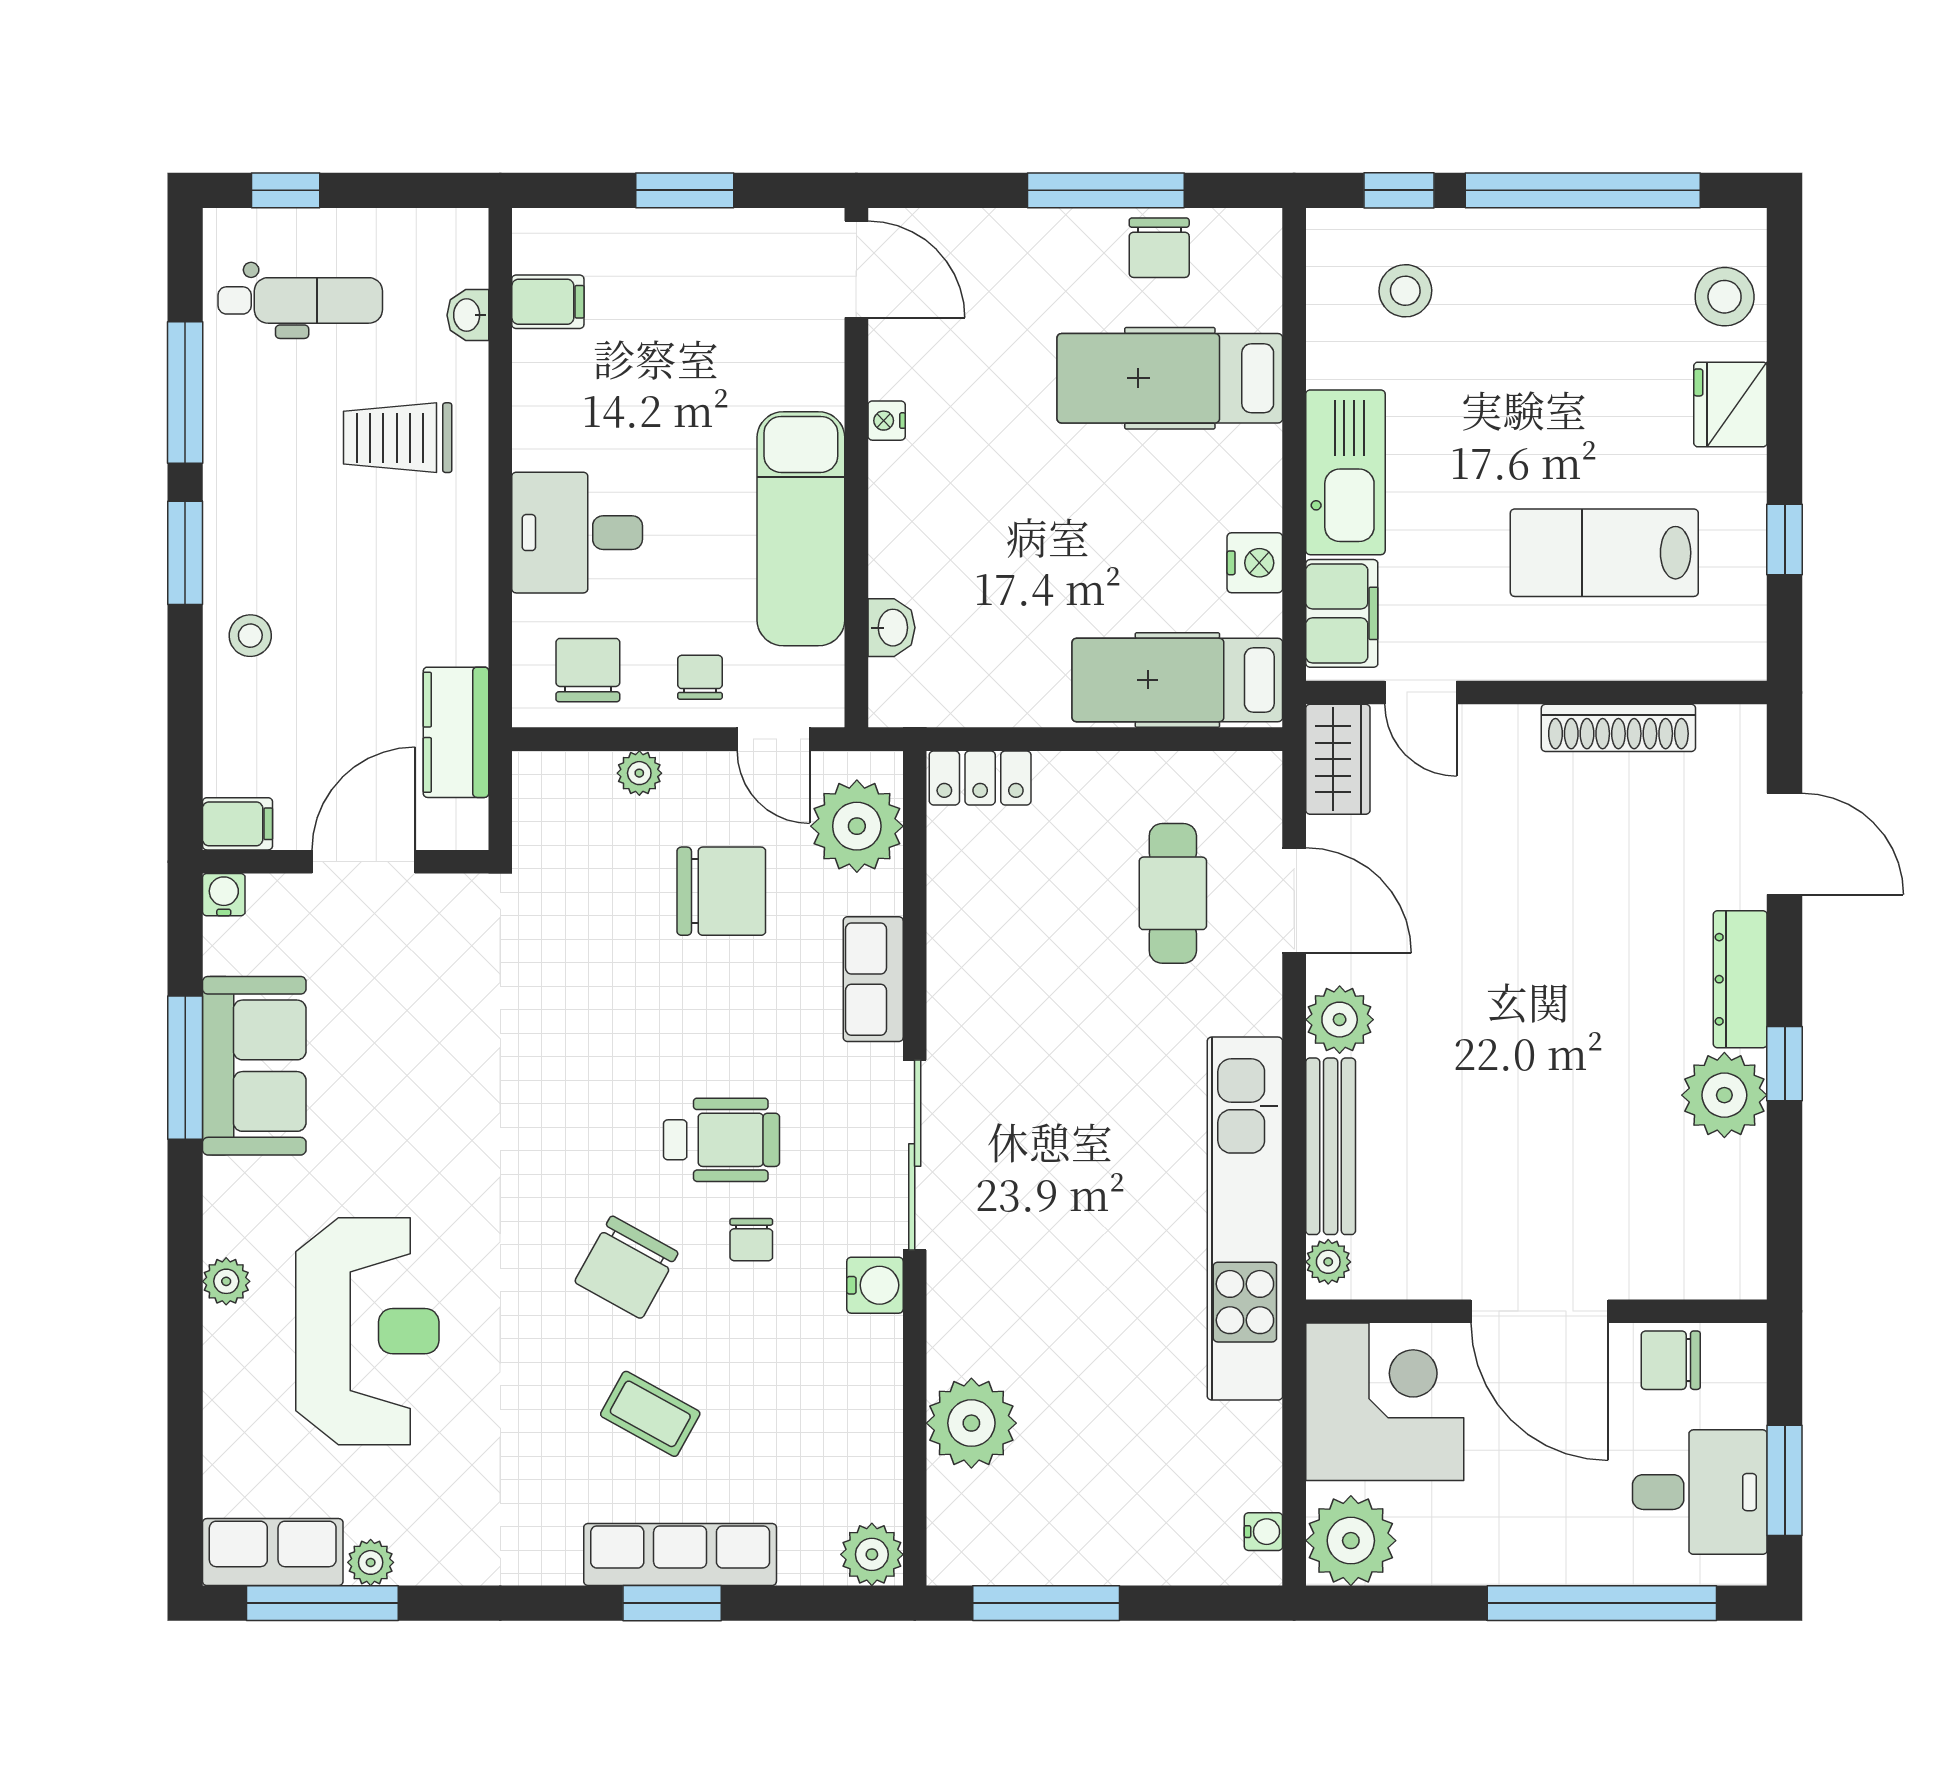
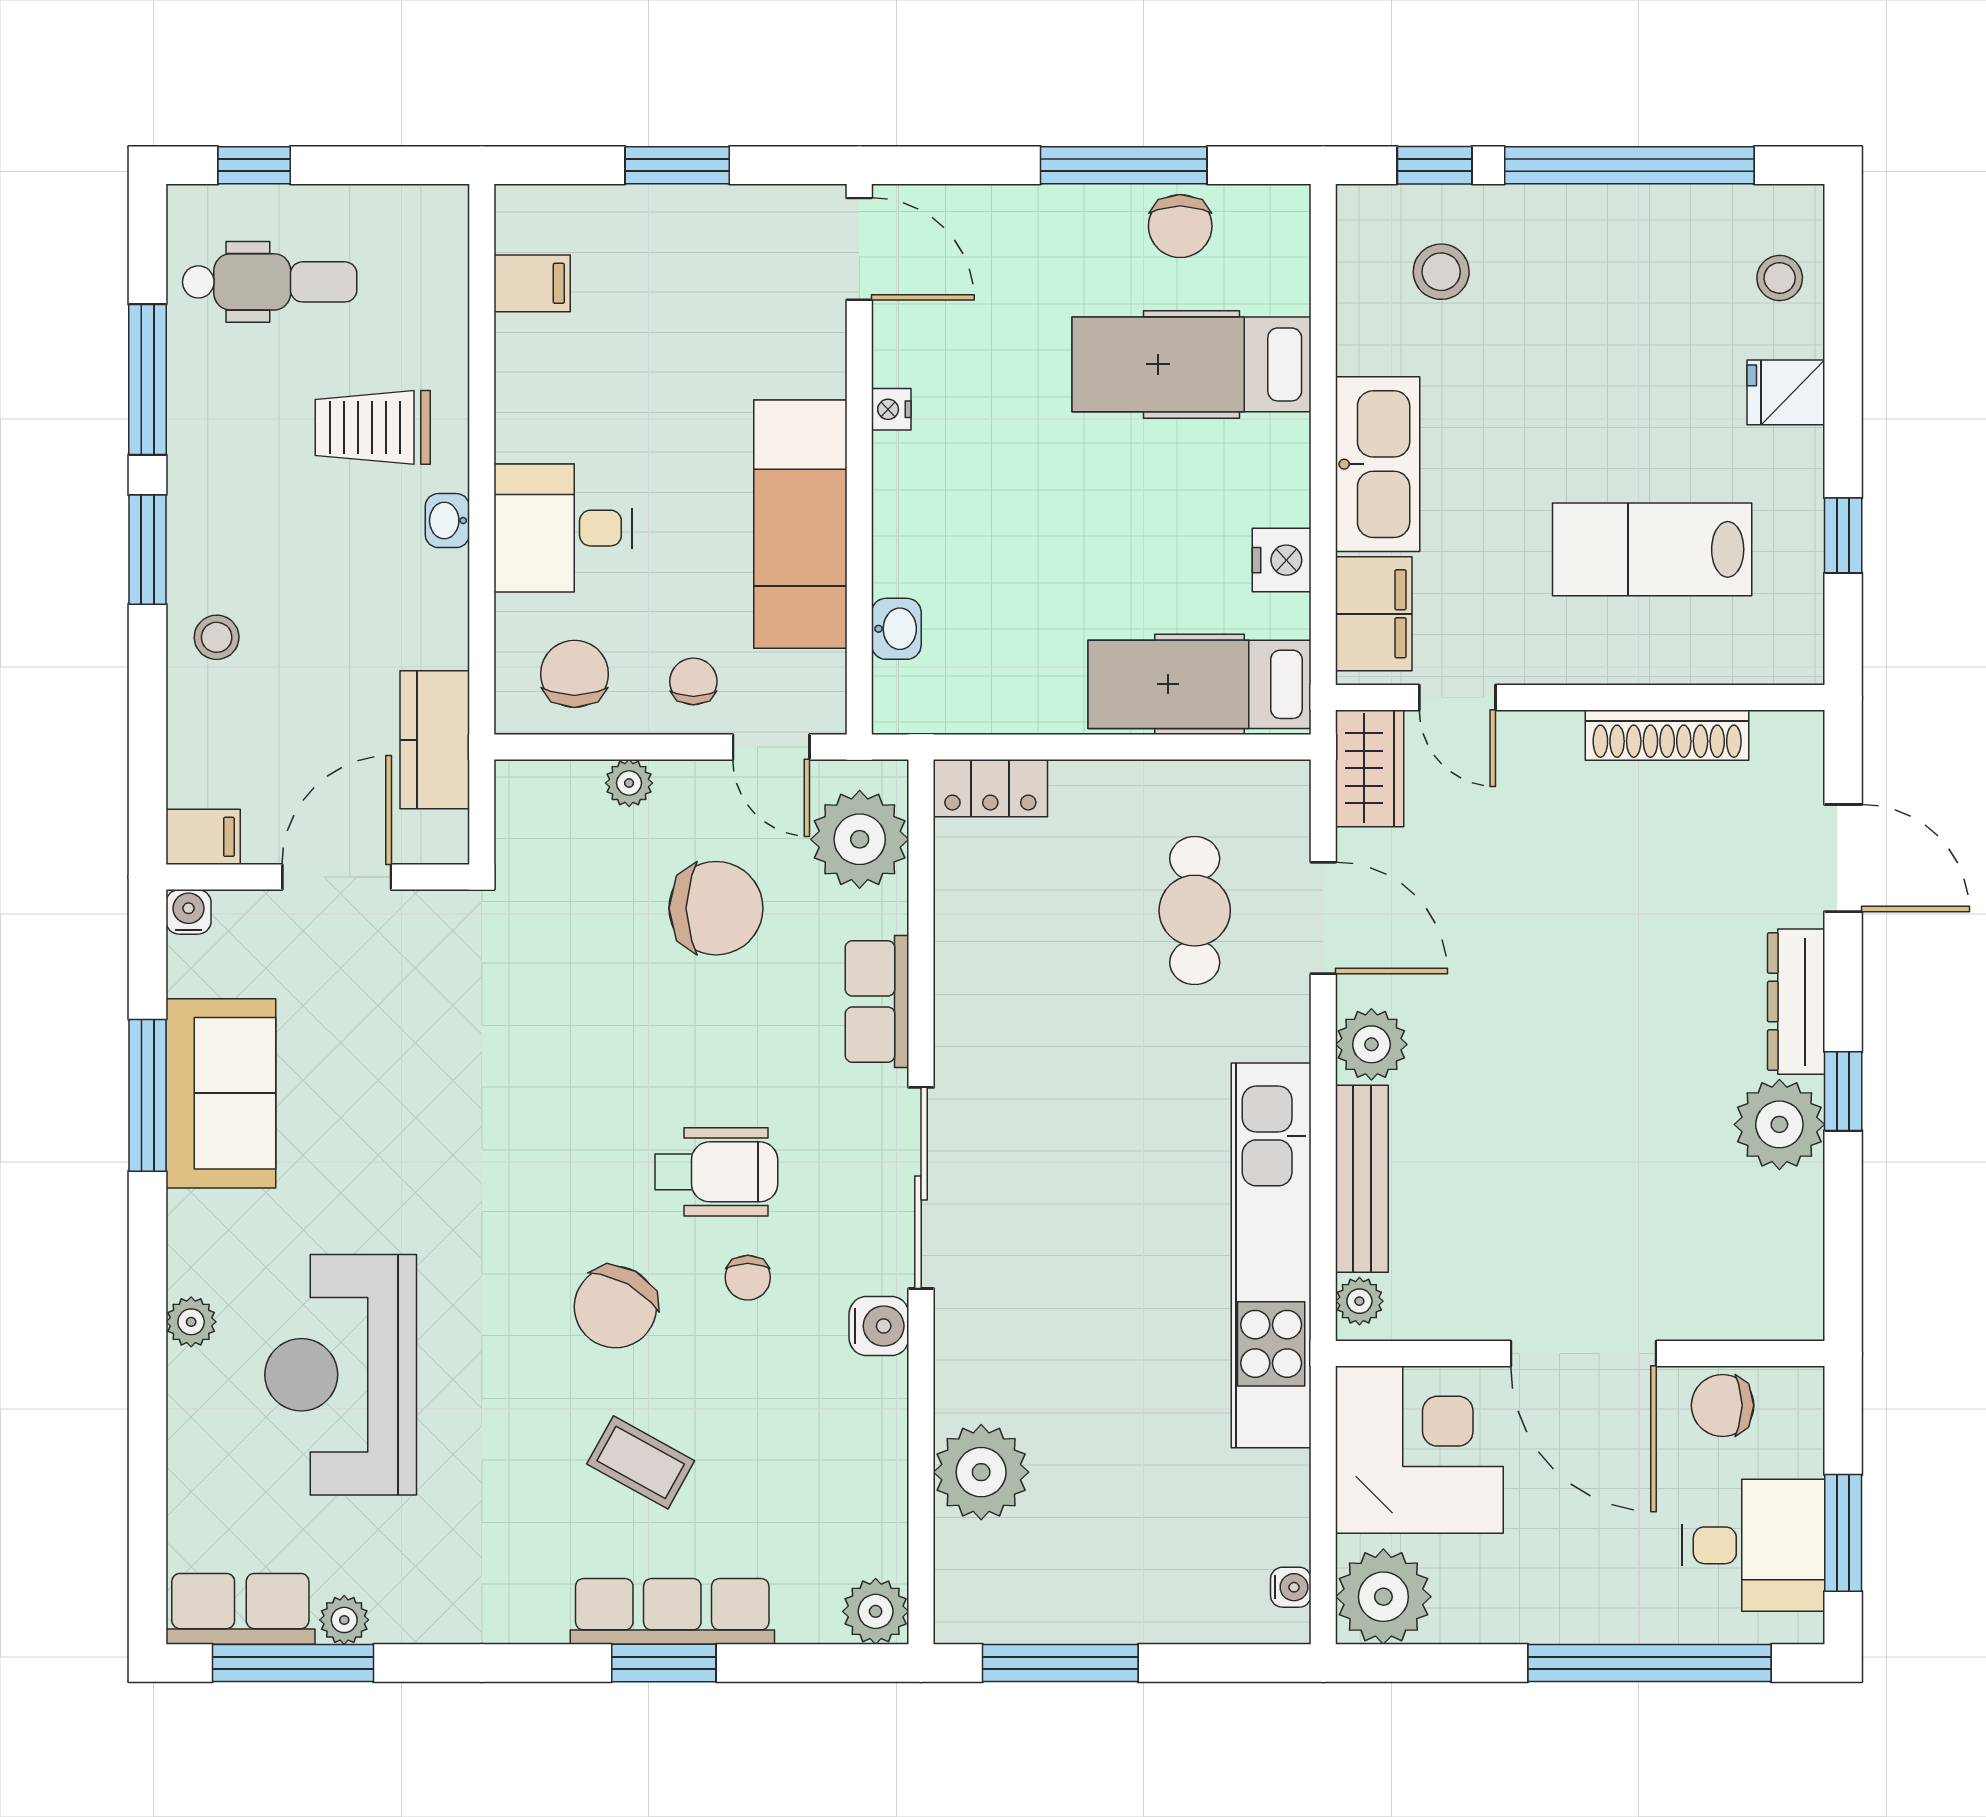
stool: (1725, 297) -> (1780, 278), width x0.73, depth x0.73
washbasin: (468, 315) -> (447, 521), moved
fridge: (1730, 404) -> (1786, 392), width x0.72
reception desk: (367, 1331) -> (341, 1375), turned 180

